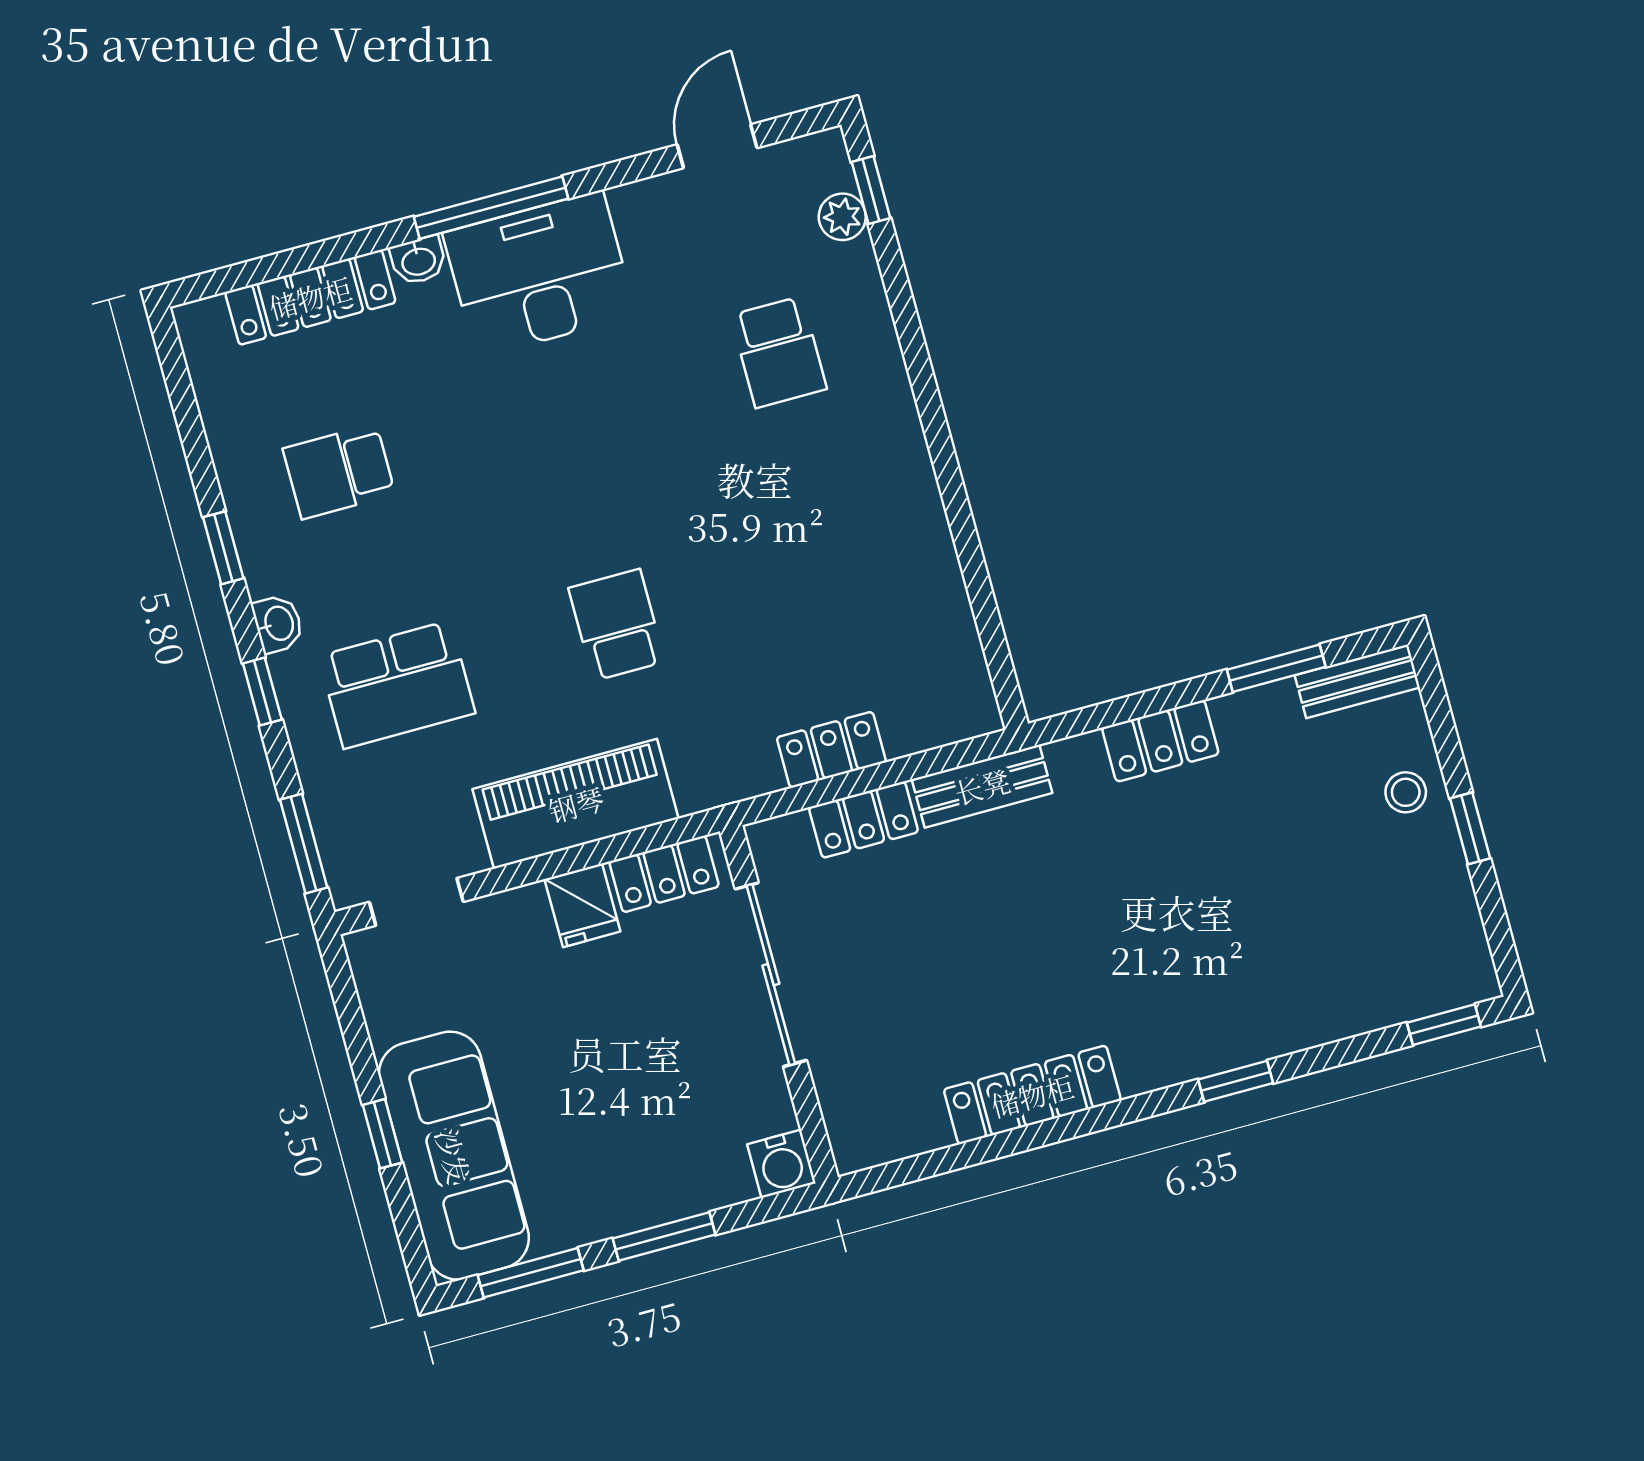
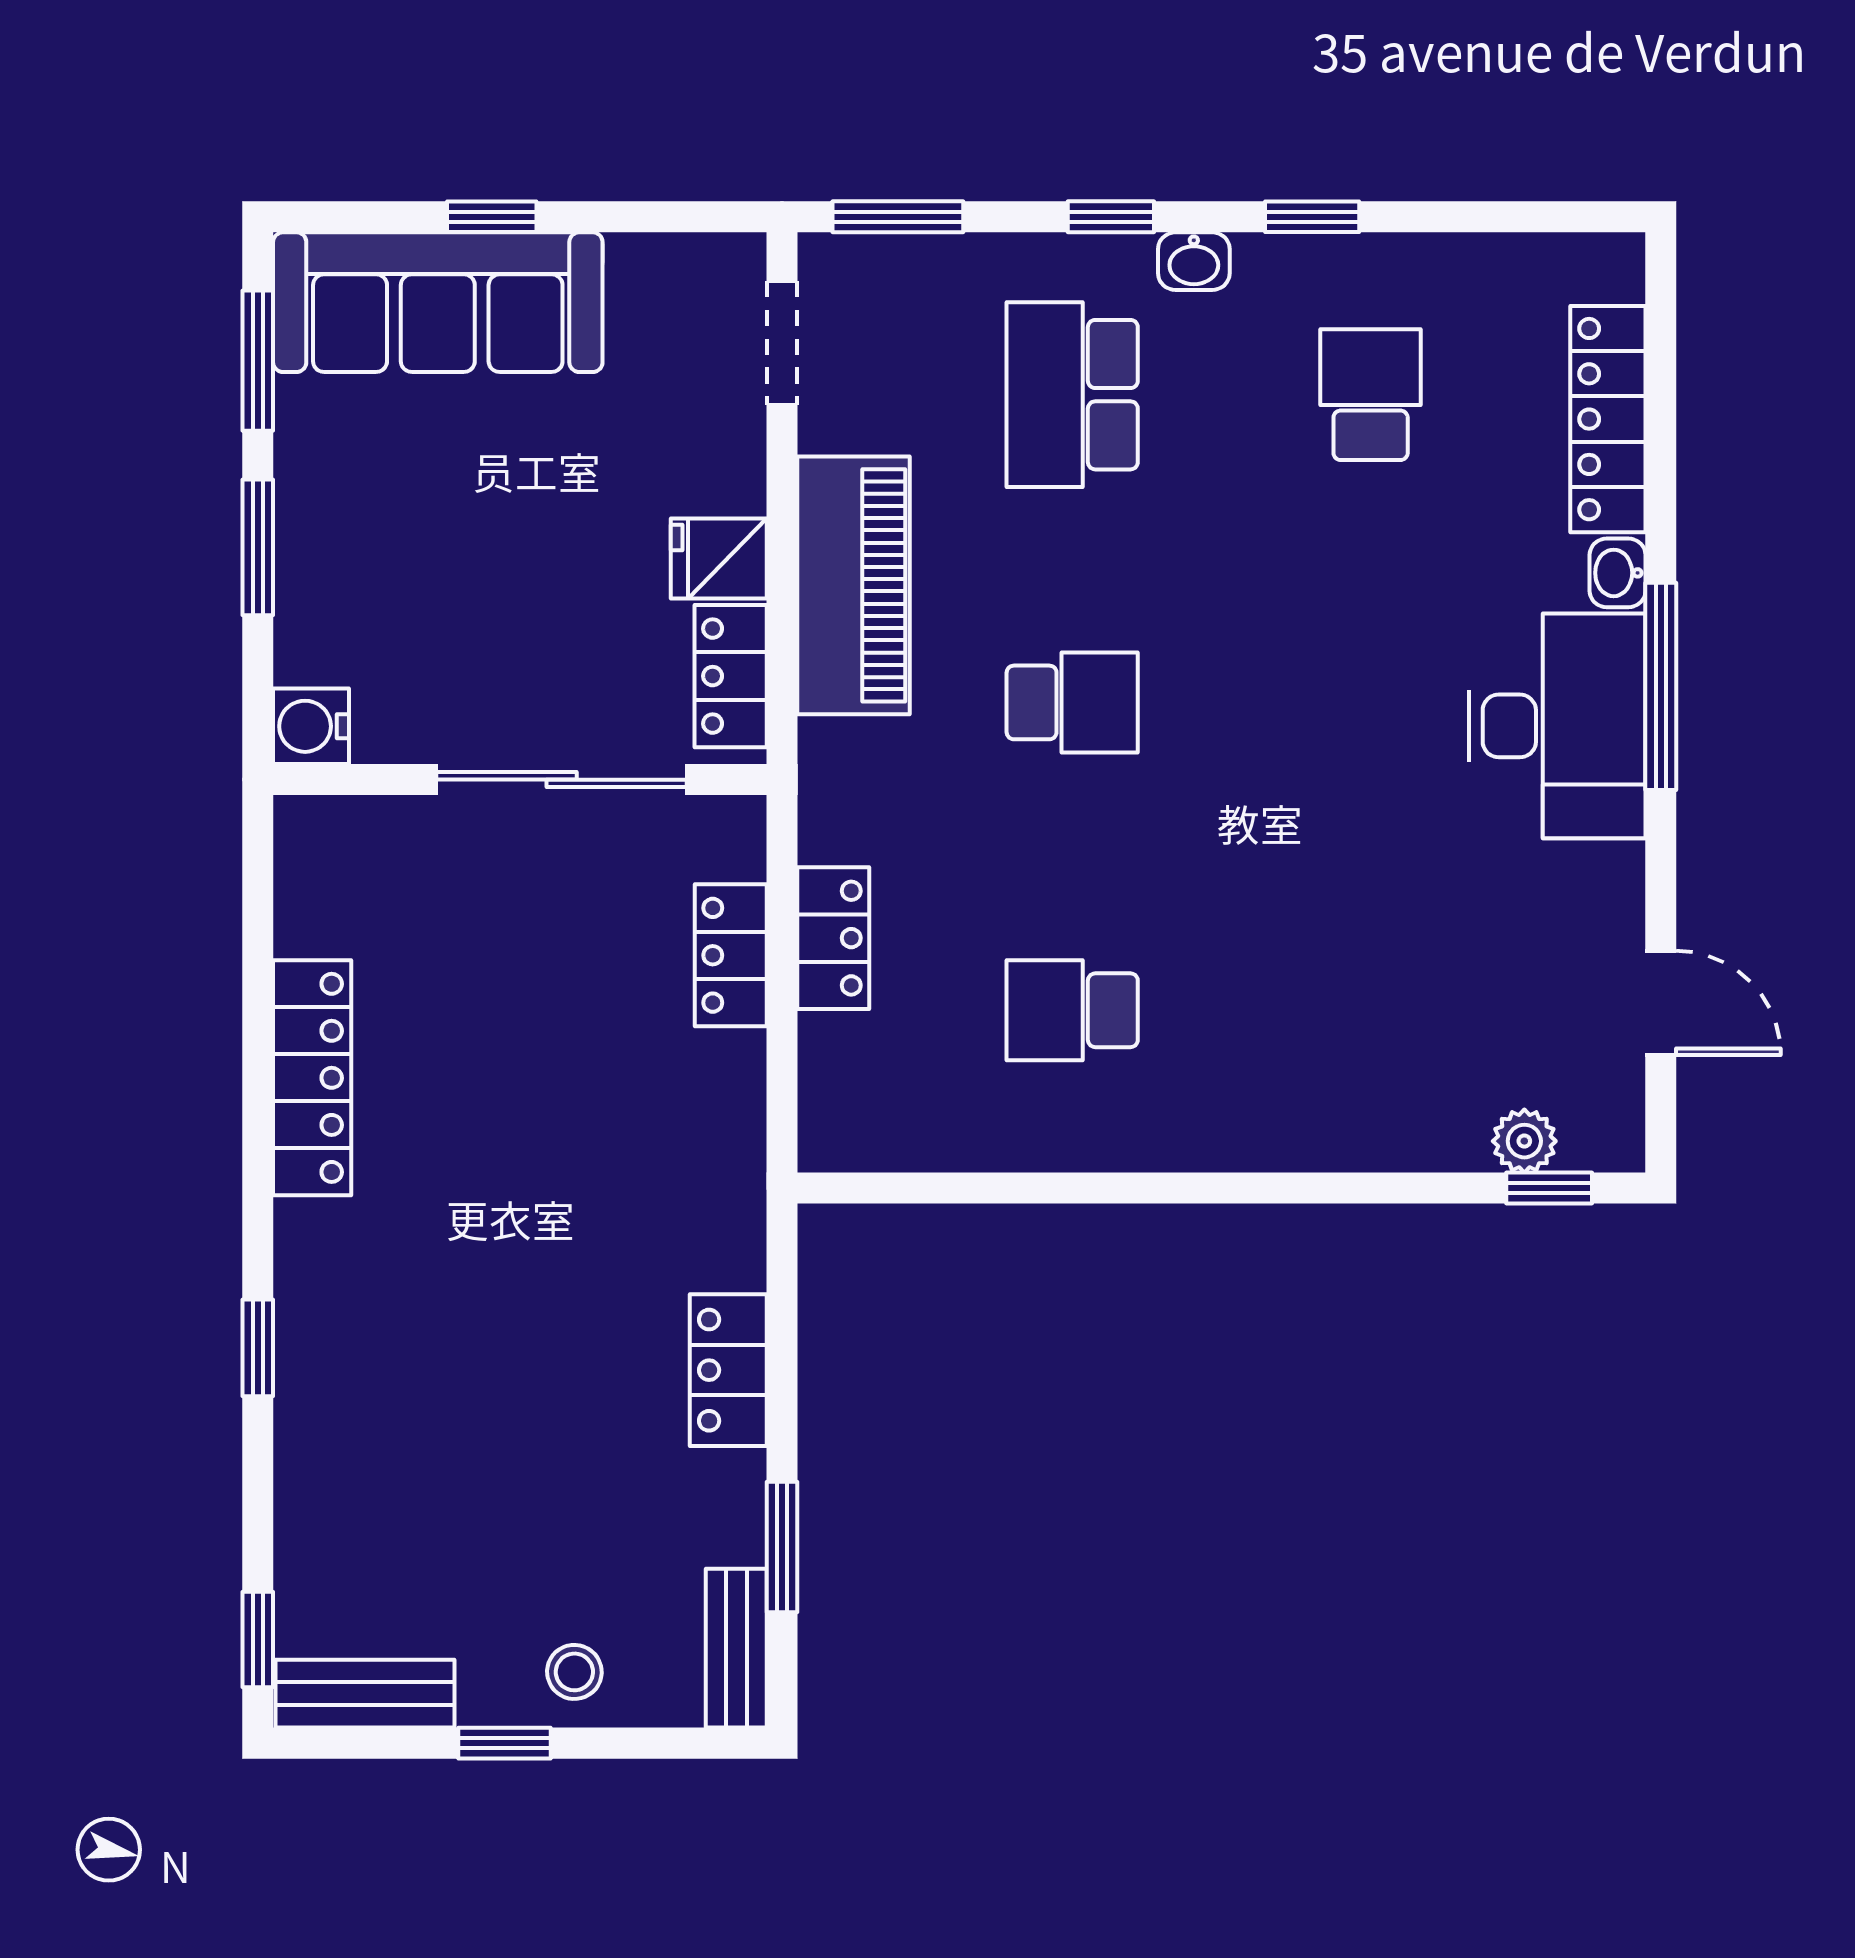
school desk: (779, 352) -> (1072, 1010), moved
bench: (982, 786) -> (365, 1694), moved, turned 90

